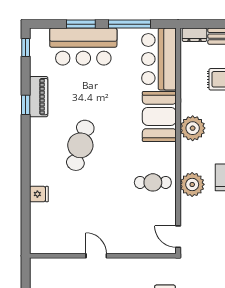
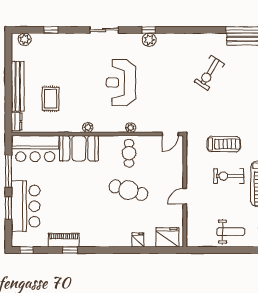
plant: (193, 128) -> (88, 127), width x0.53, depth x0.53
cafe table: (80, 145) -> (128, 190), moved
plant: (192, 184) -> (131, 128), width x0.53, depth x0.53
fridge: (42, 233) -> (167, 237), added

